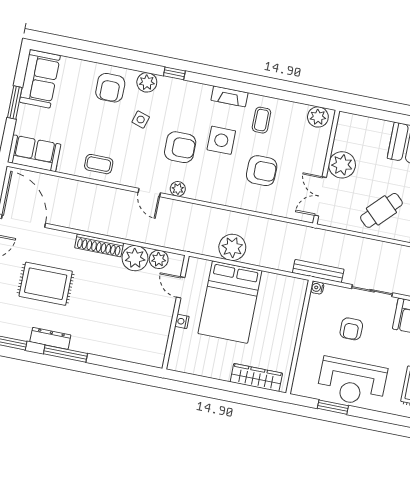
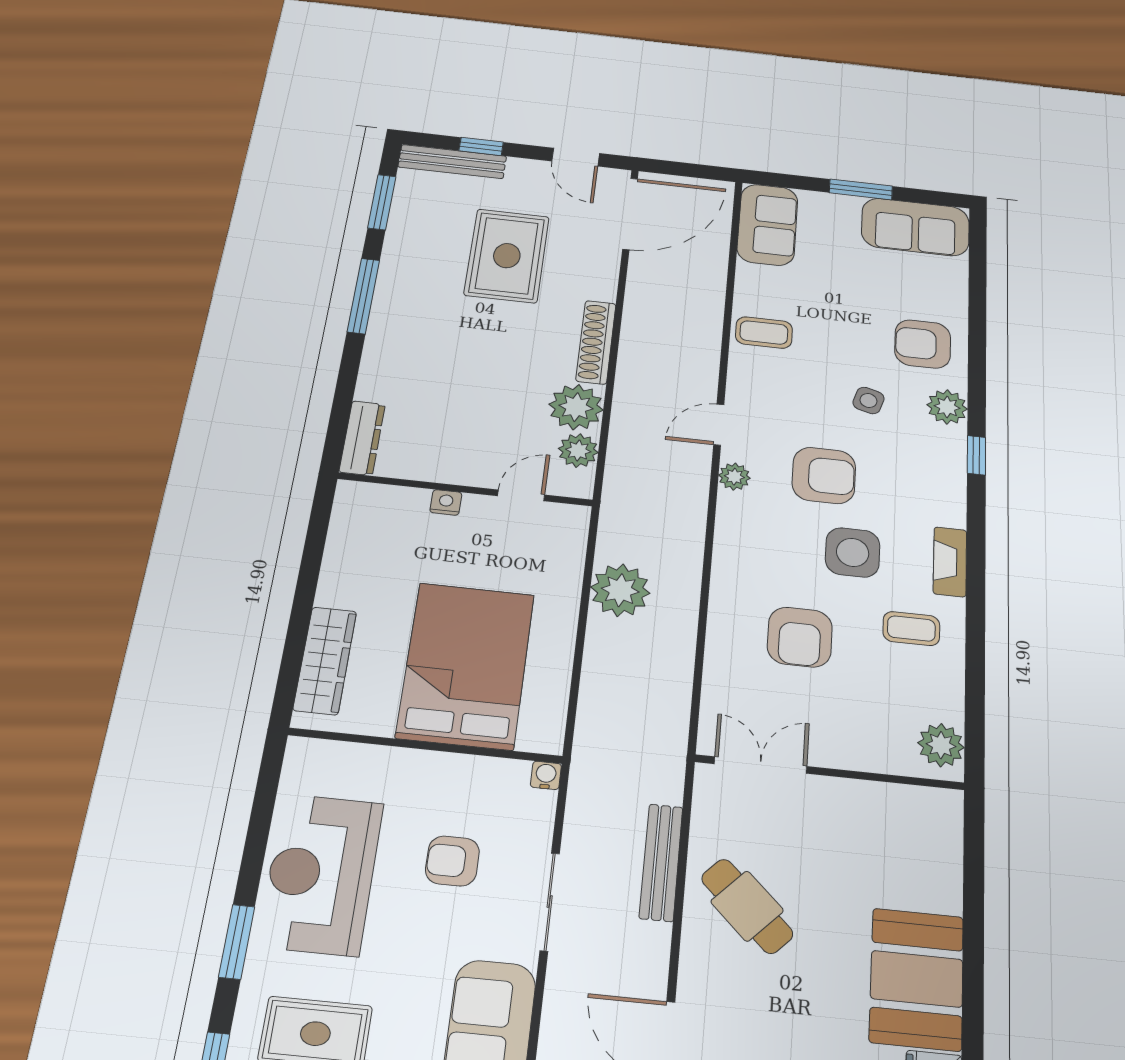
armchair: (180, 147) -> (824, 475), turned -90
coffee table: (99, 164) -> (764, 333), turned 90
plant: (342, 165) -> (841, 807), removed
bench: (318, 271) -> (661, 862), moved
bed: (230, 302) -> (466, 665), moved, turned 90
dresser: (50, 338) -> (362, 438), moved
window: (333, 407) -> (237, 942), moved

